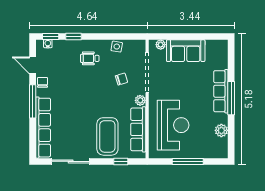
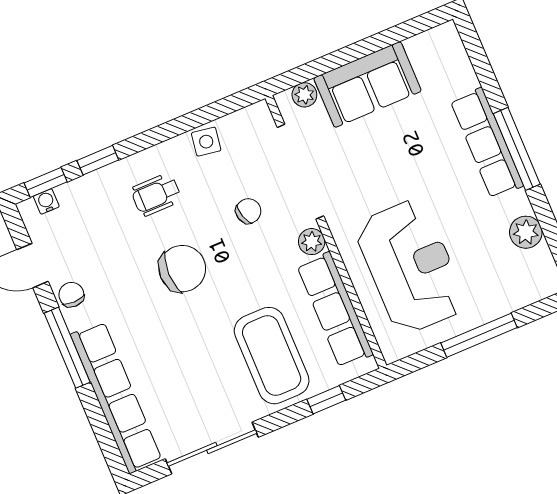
chair: (88, 90) -> (182, 269), added

